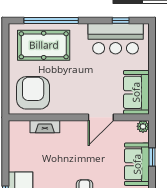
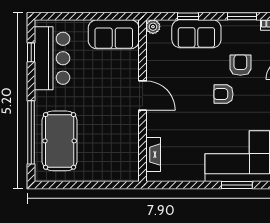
armchair: (33, 93) -> (114, 153), removed
door: (101, 117) -> (142, 95), moved
fireplace: (45, 127) -> (153, 155), moved

